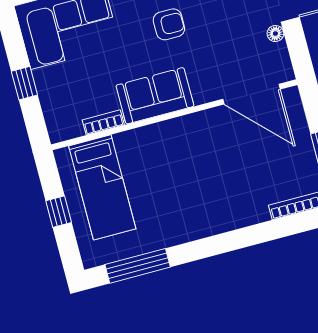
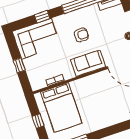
sofa: (155, 96) -> (88, 63), moved
bed: (102, 187) -> (61, 108), width x1.50

